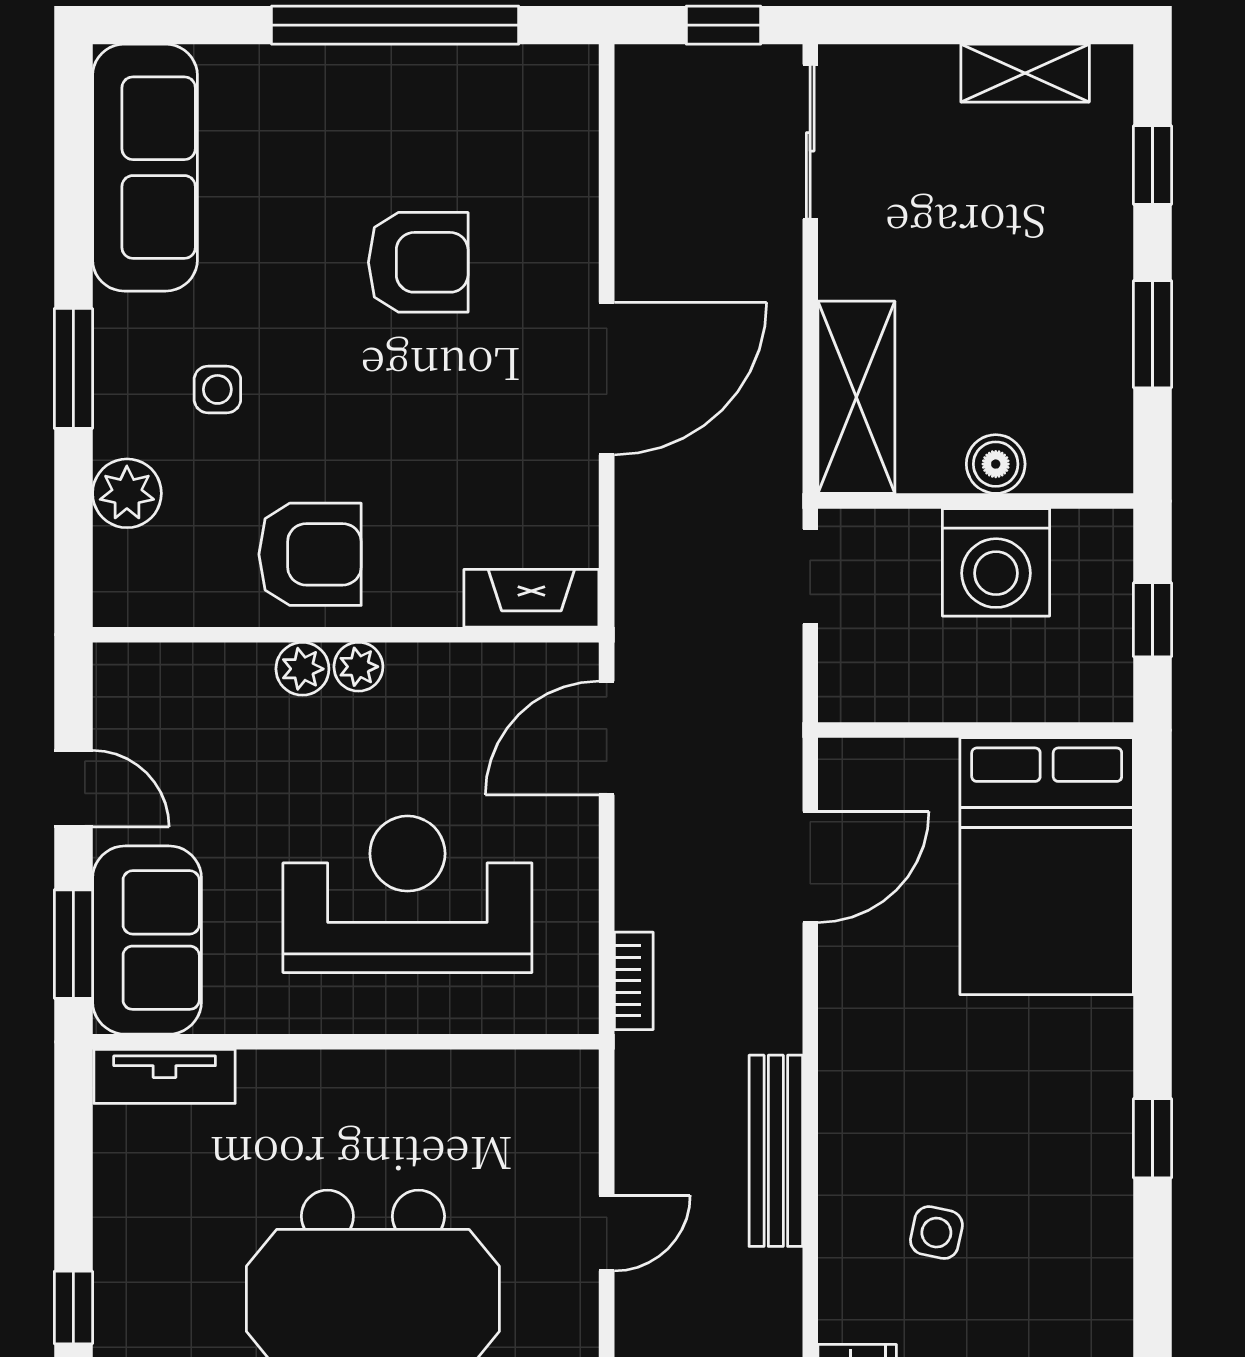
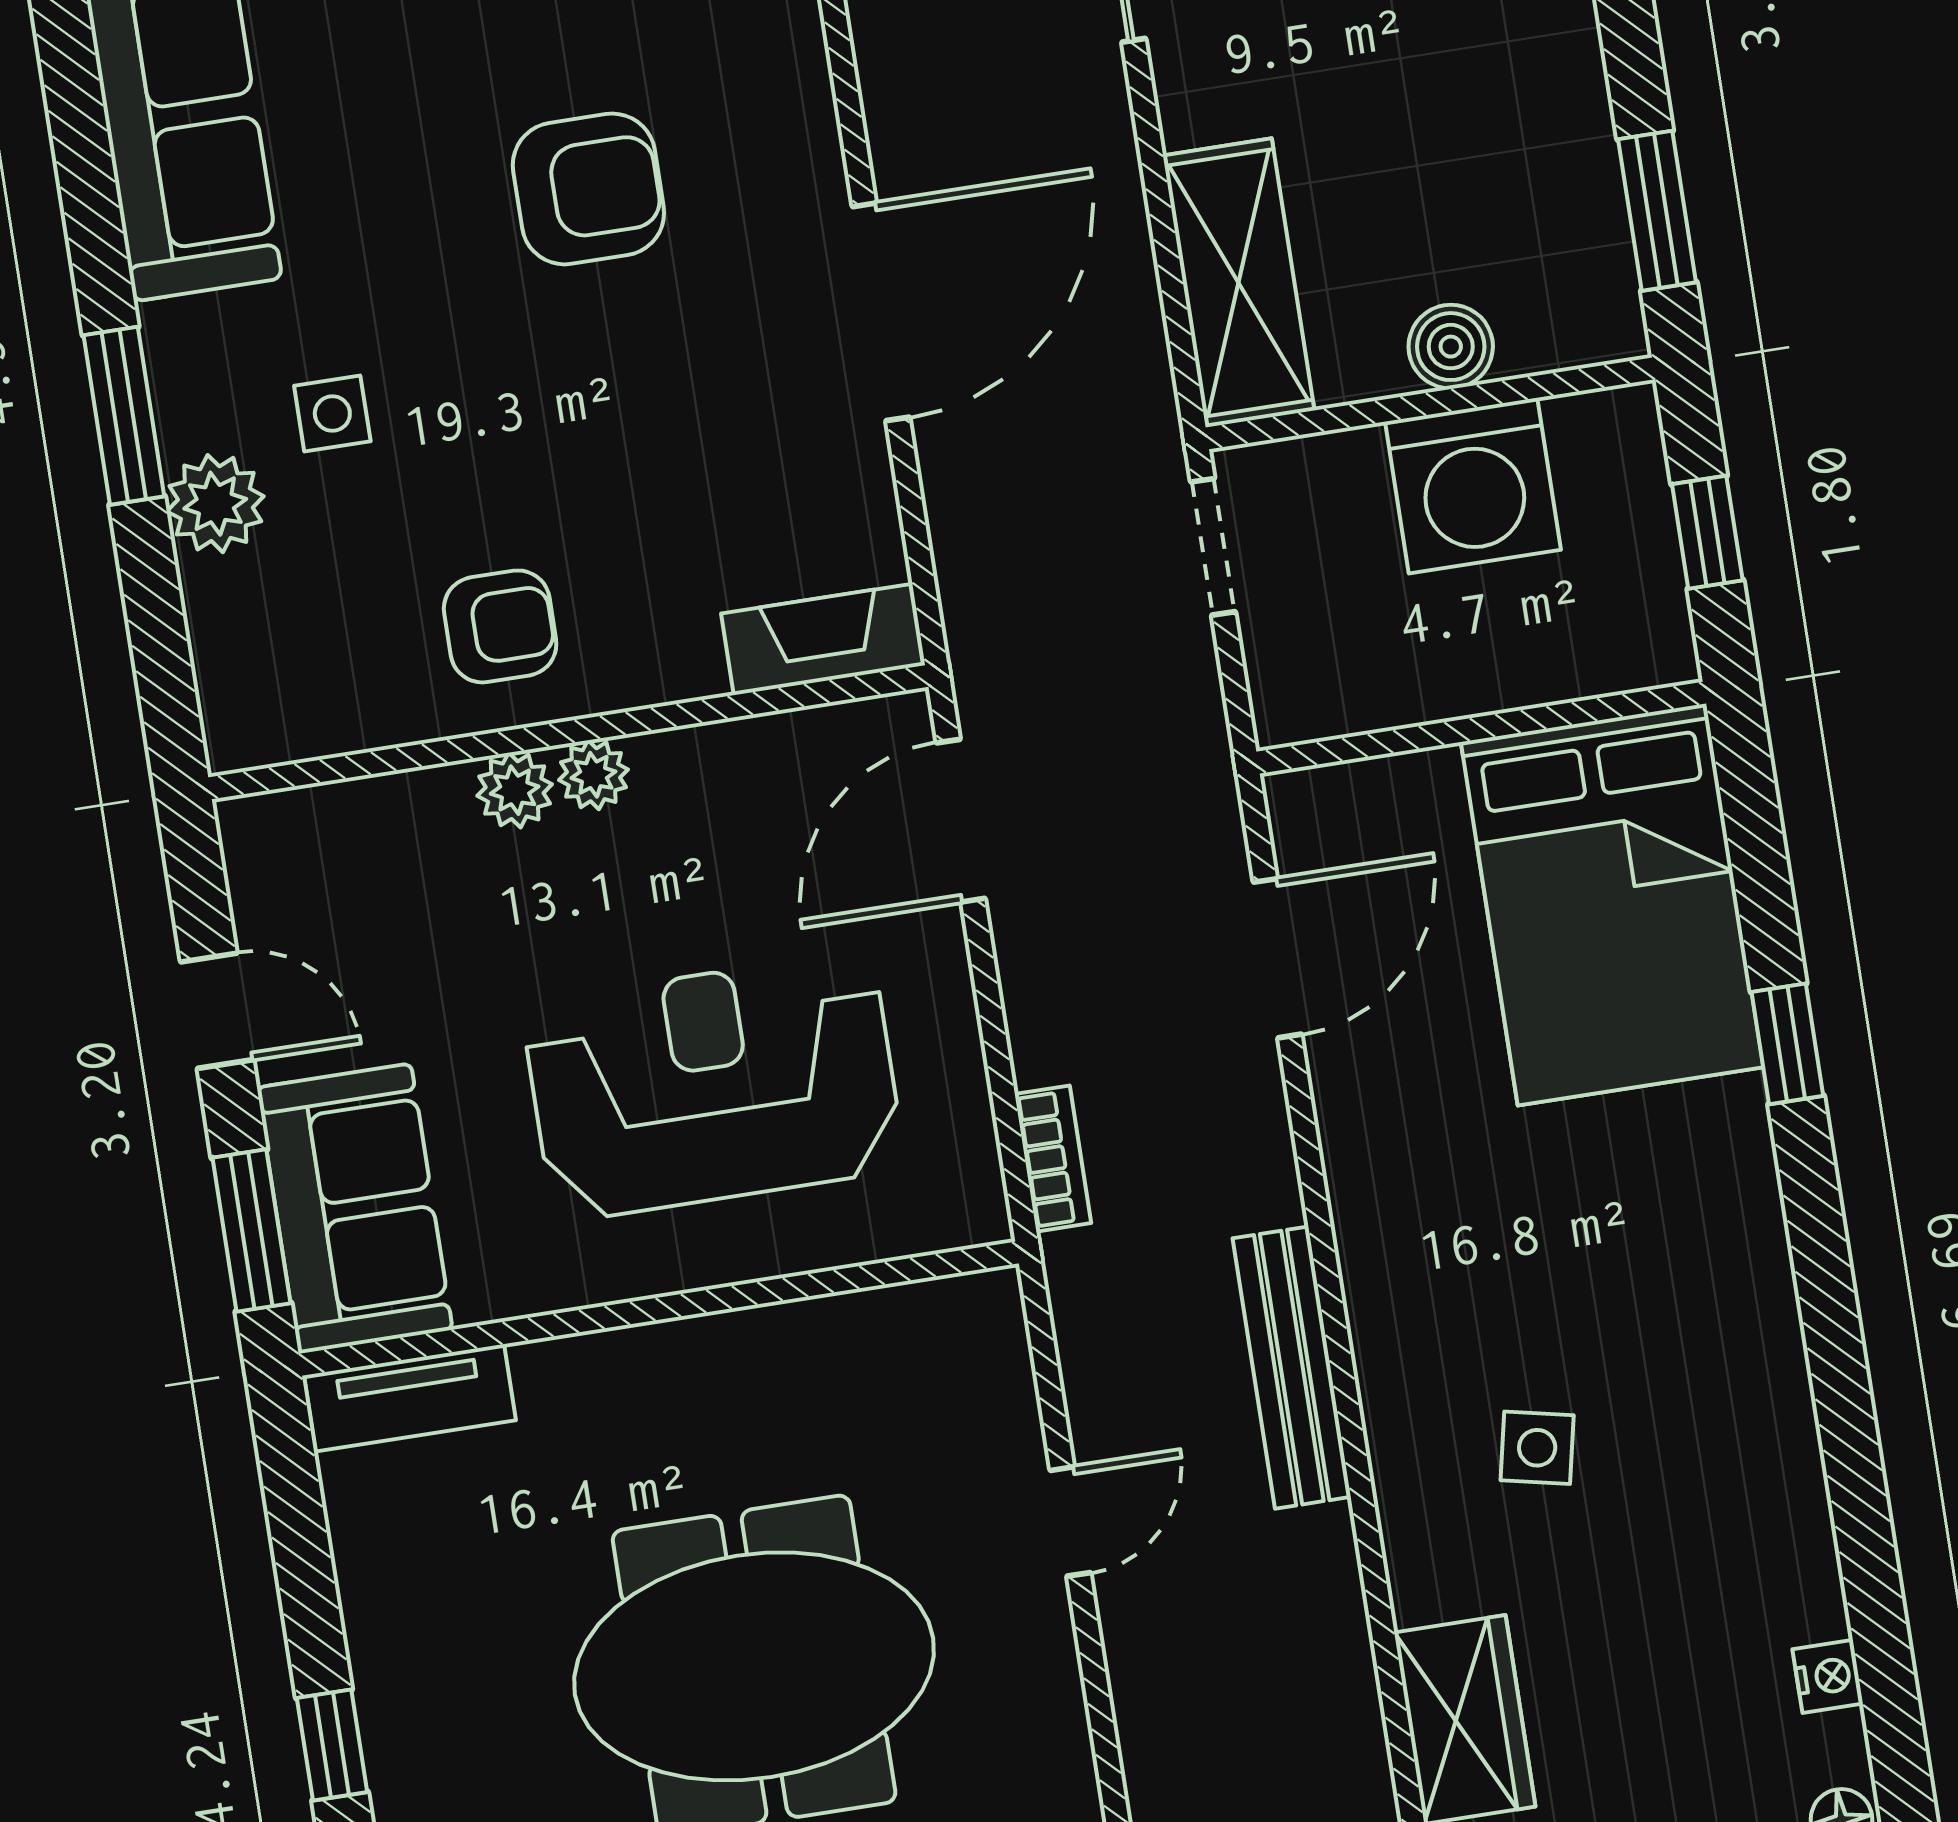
window: (1153, 334) -> (1657, 211), moved
plant: (127, 493) -> (215, 504), moved
armchair: (310, 554) -> (500, 626), width x0.72, depth x0.72
window: (1153, 1138) -> (1787, 1044), moved

